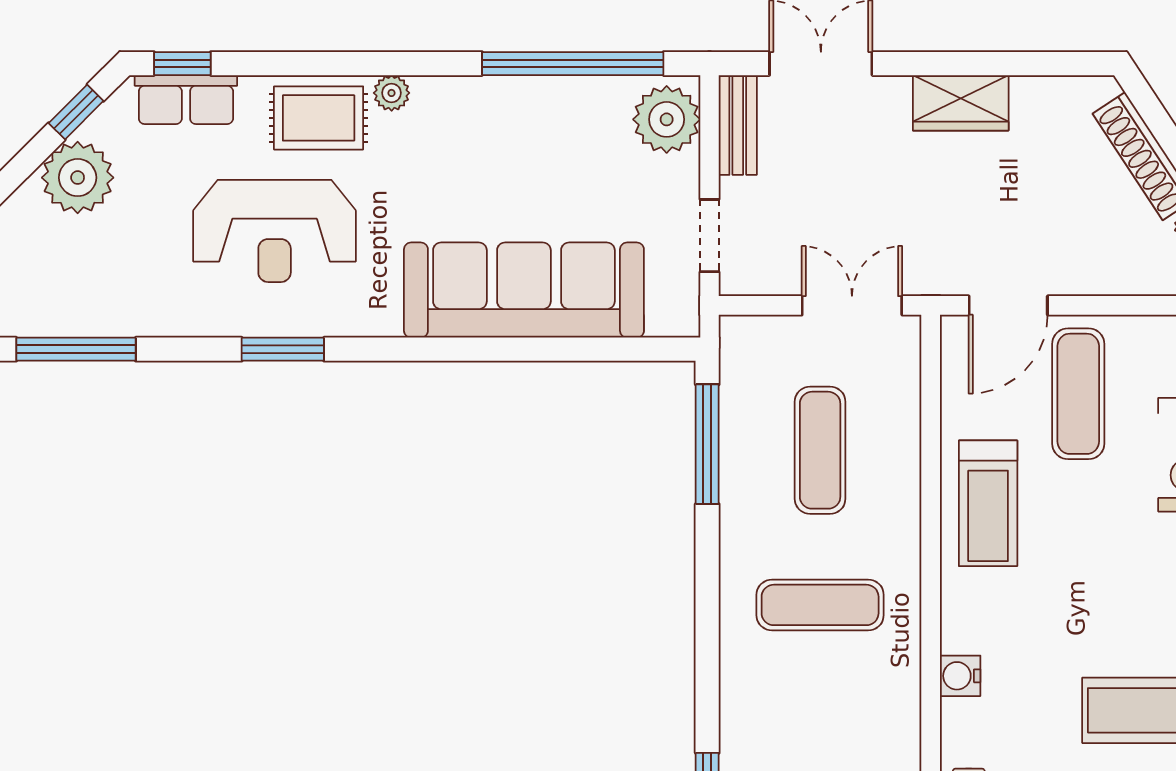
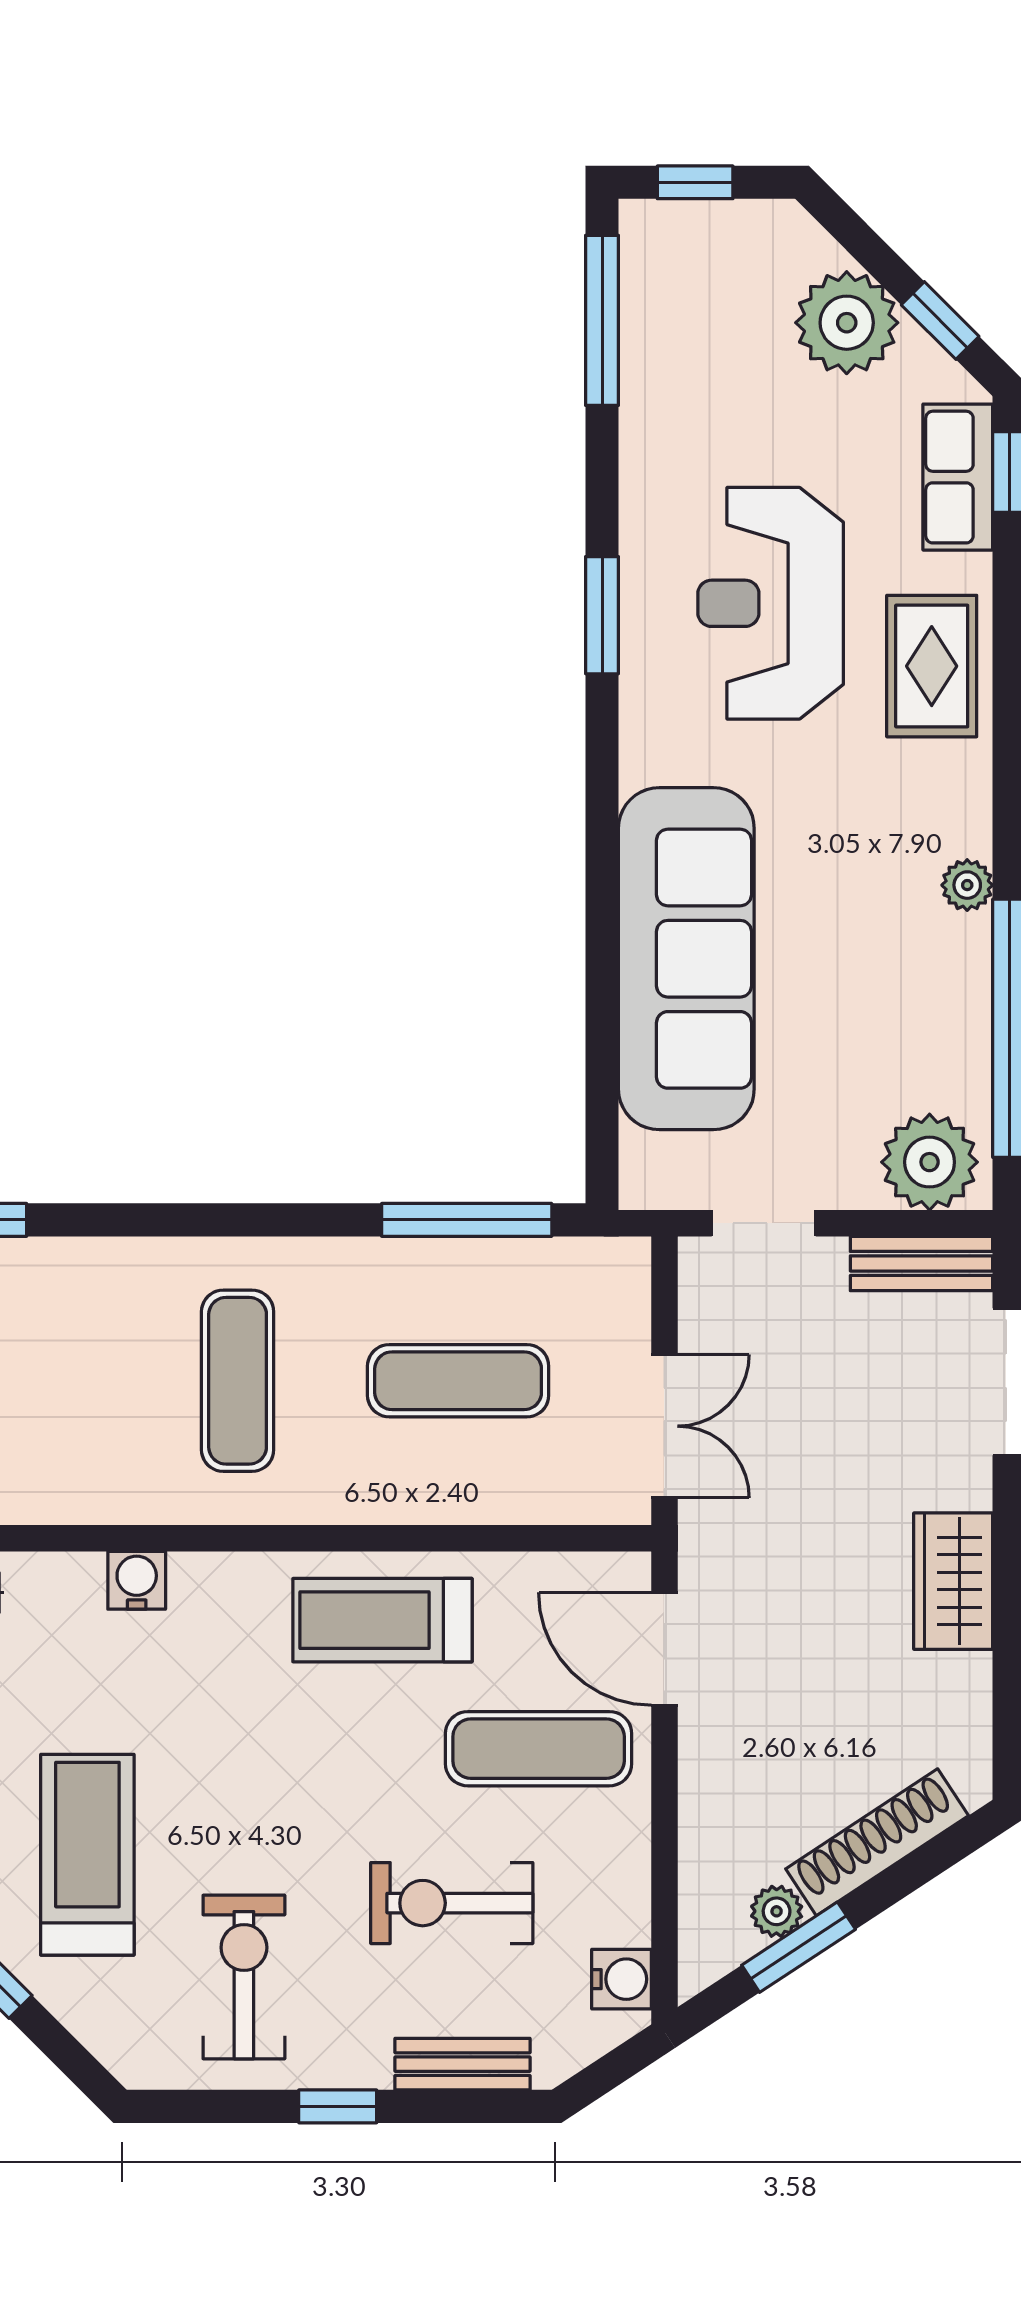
plant: (392, 93) -> (967, 885), moved

